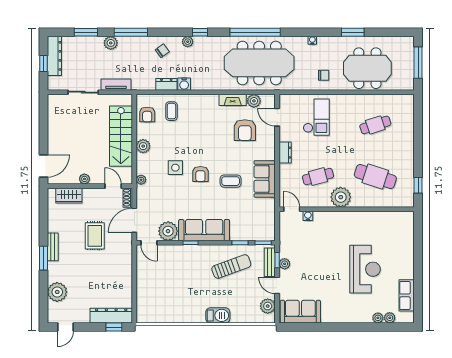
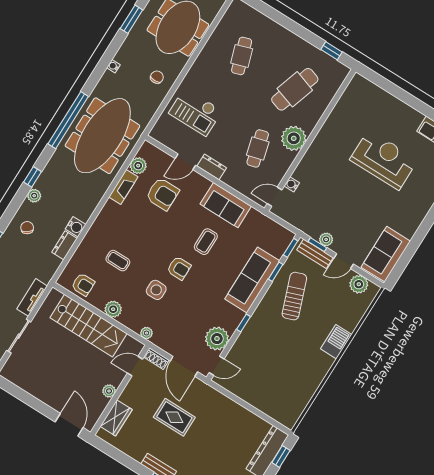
coffee table: (171, 111) -> (118, 261), moved
door: (277, 117) -> (185, 162), moved
checkout: (316, 117) -> (195, 112), turned 180
sofa: (204, 230) -> (252, 280), moved

